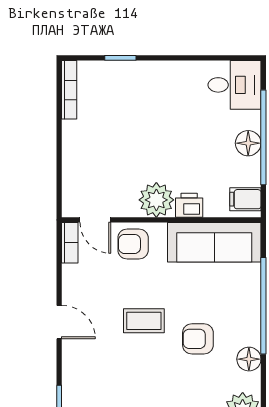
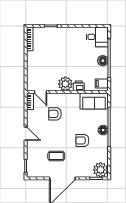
sofa: (214, 242) -> (94, 101), width x0.73
armchair: (133, 244) -> (55, 114), moved
coffee table: (144, 321) -> (56, 156), moved
floor lamp: (249, 359) -> (103, 130), moved

